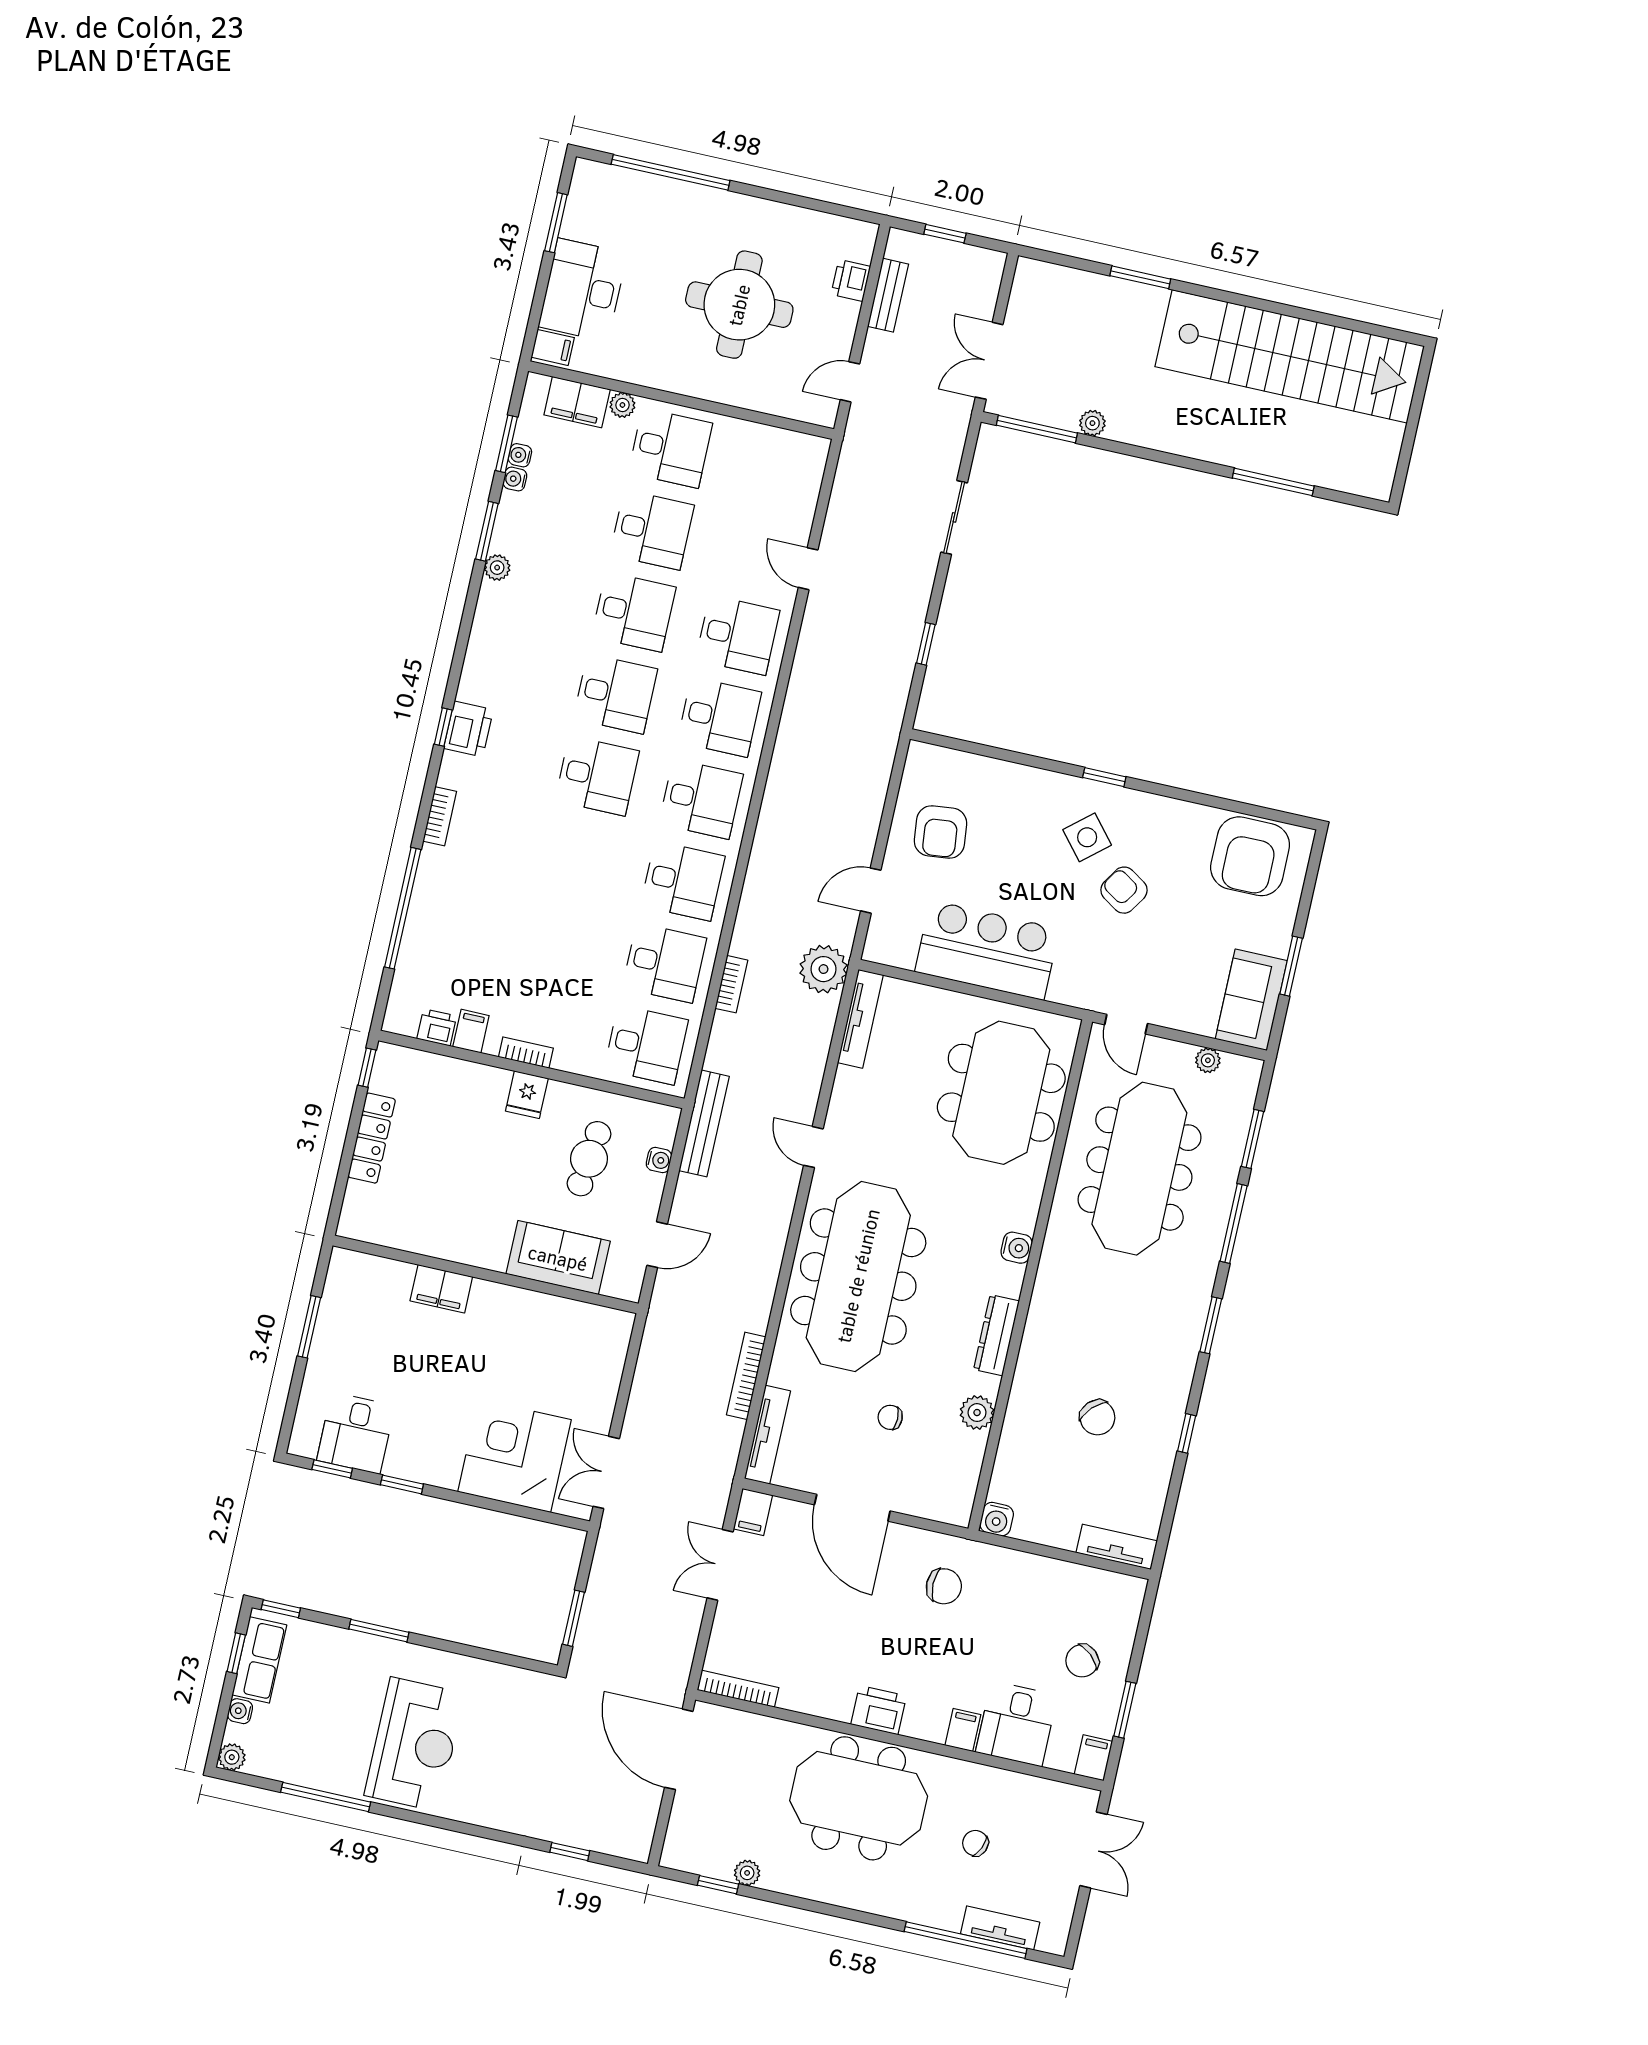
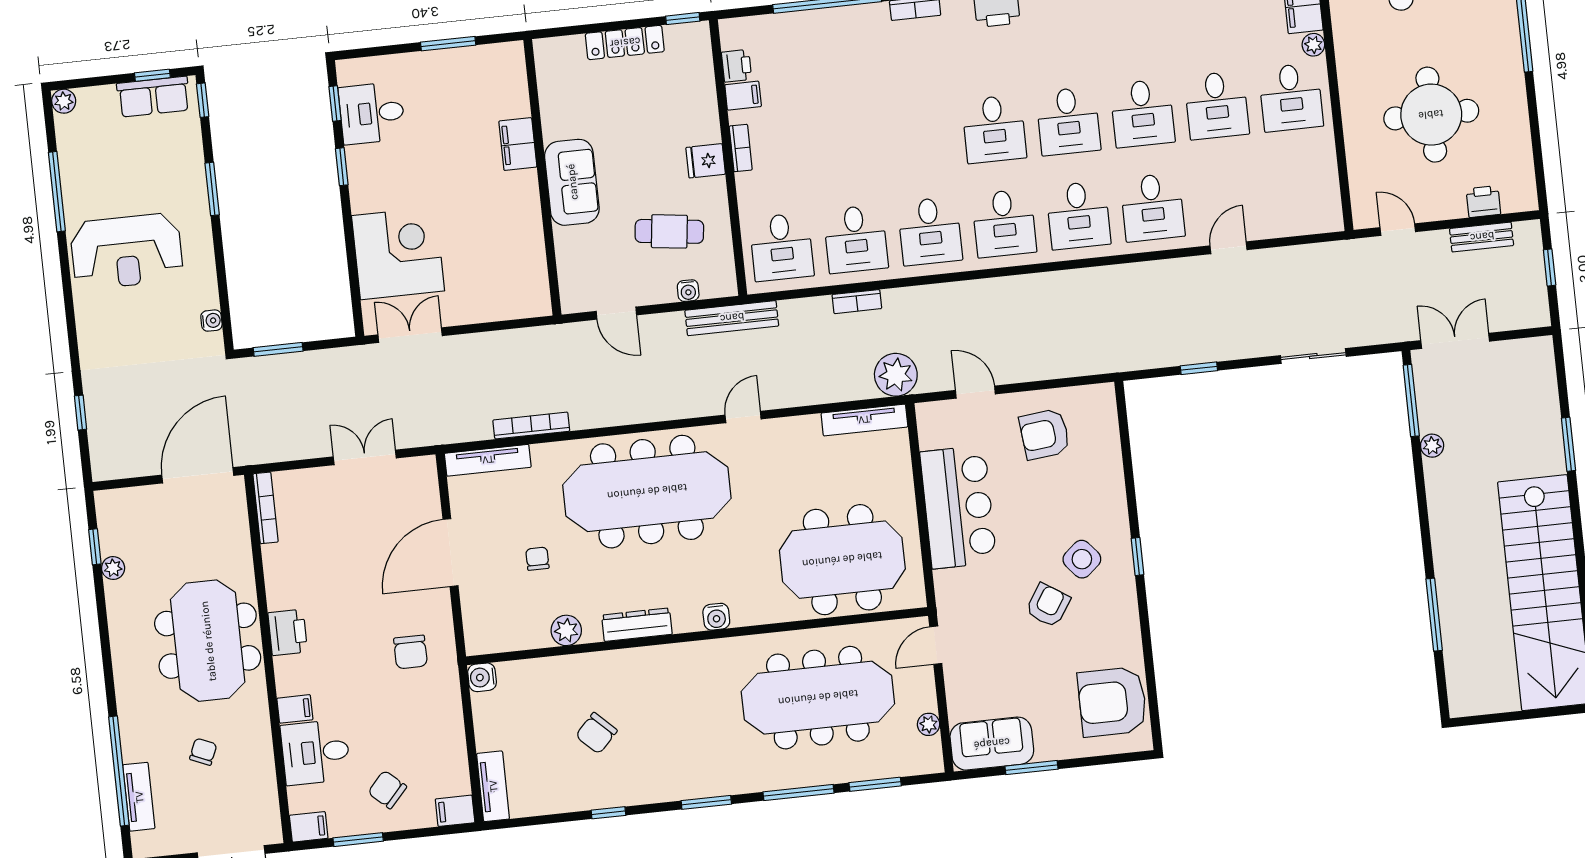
sofa: (558, 1258) -> (572, 182), moved
filing cabinet: (753, 1512) -> (455, 811), moved
water cooler: (240, 1711) -> (211, 321), moved, turned 90

